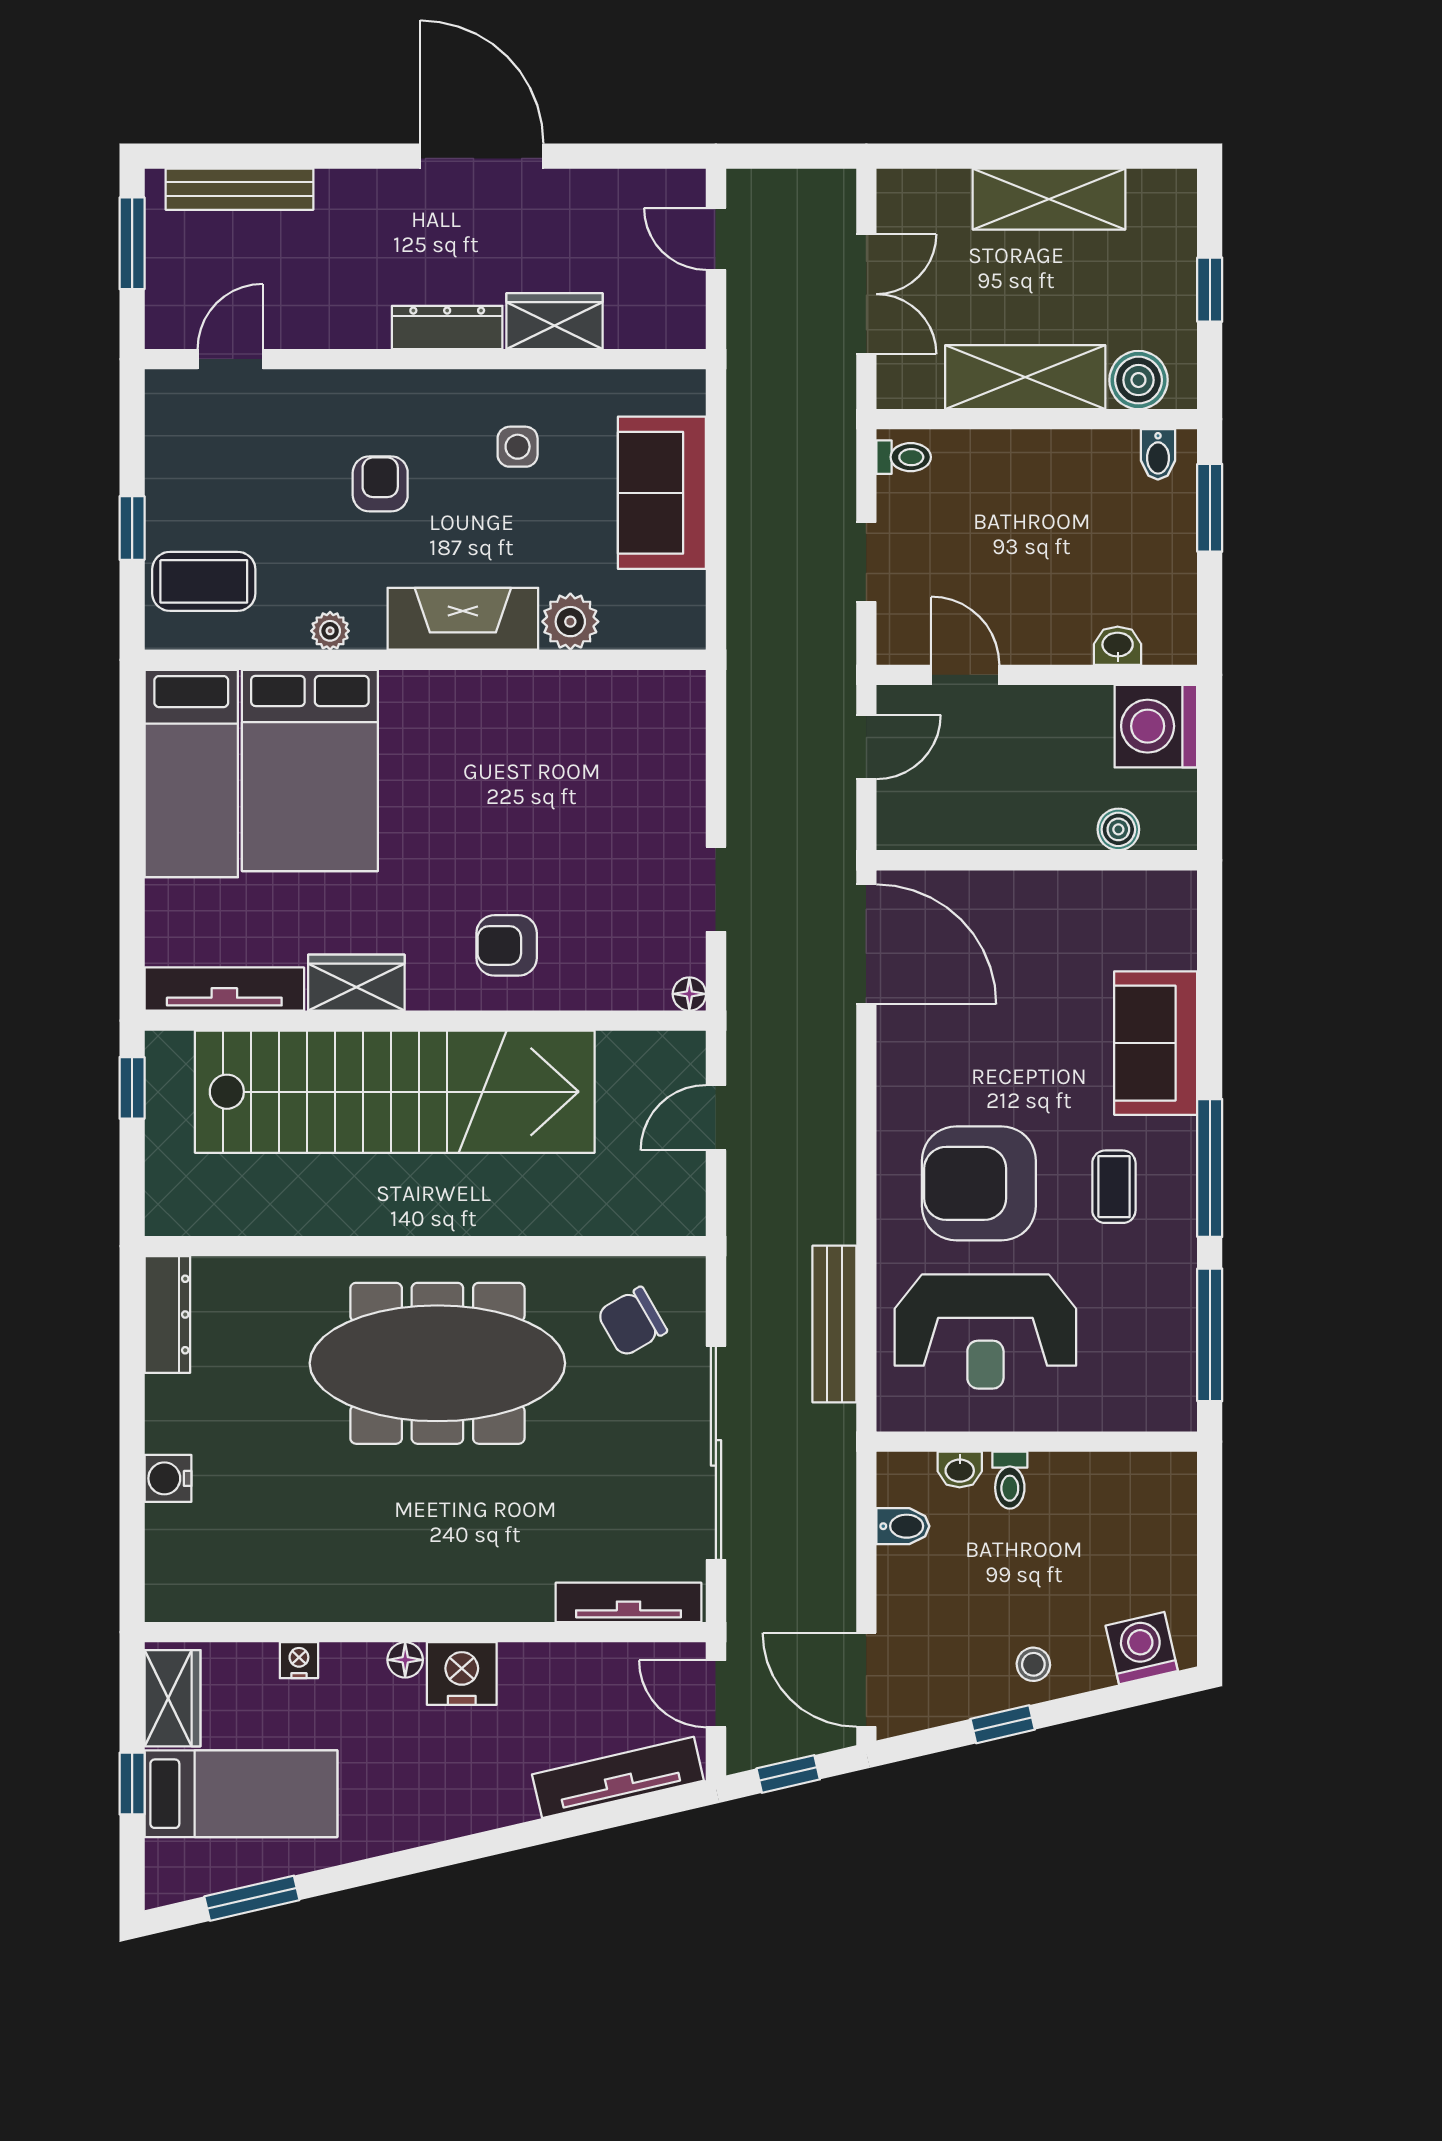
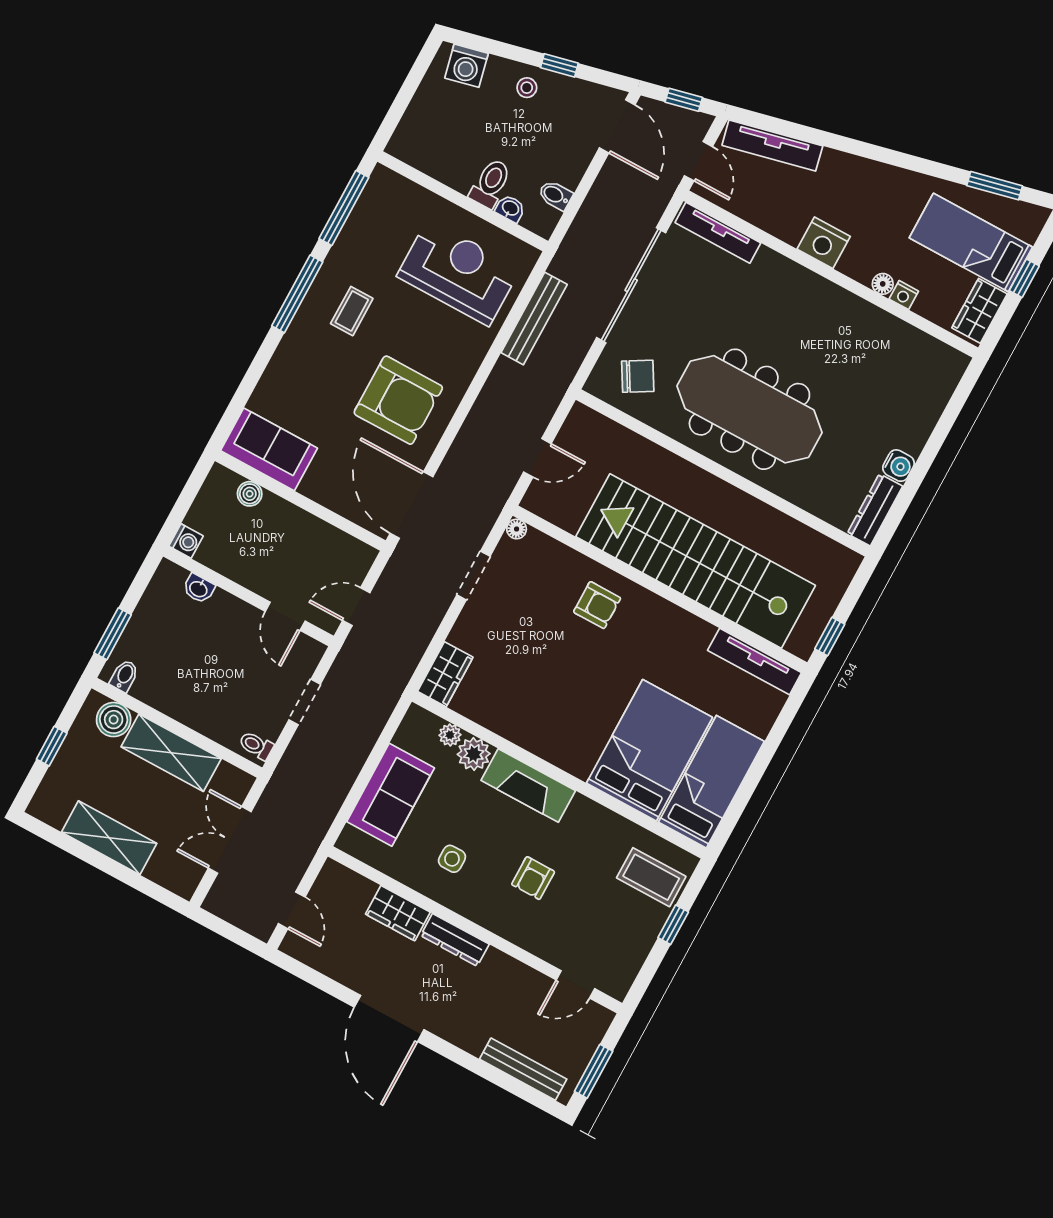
plant: (330, 631) -> (450, 735), moved
washing machine: (1156, 726) -> (186, 541), width x0.53, depth x0.53
wardrobe: (356, 983) -> (445, 674), moved, turned -90
sofa: (1156, 1043) -> (269, 449), moved, turned -90
armchair: (979, 1183) -> (398, 400), moved
water cooler: (168, 1478) -> (899, 466), moved
toilet: (1010, 1480) -> (491, 183), width x1.37, depth x1.39
floor lamp: (405, 1660) -> (883, 284), moved

